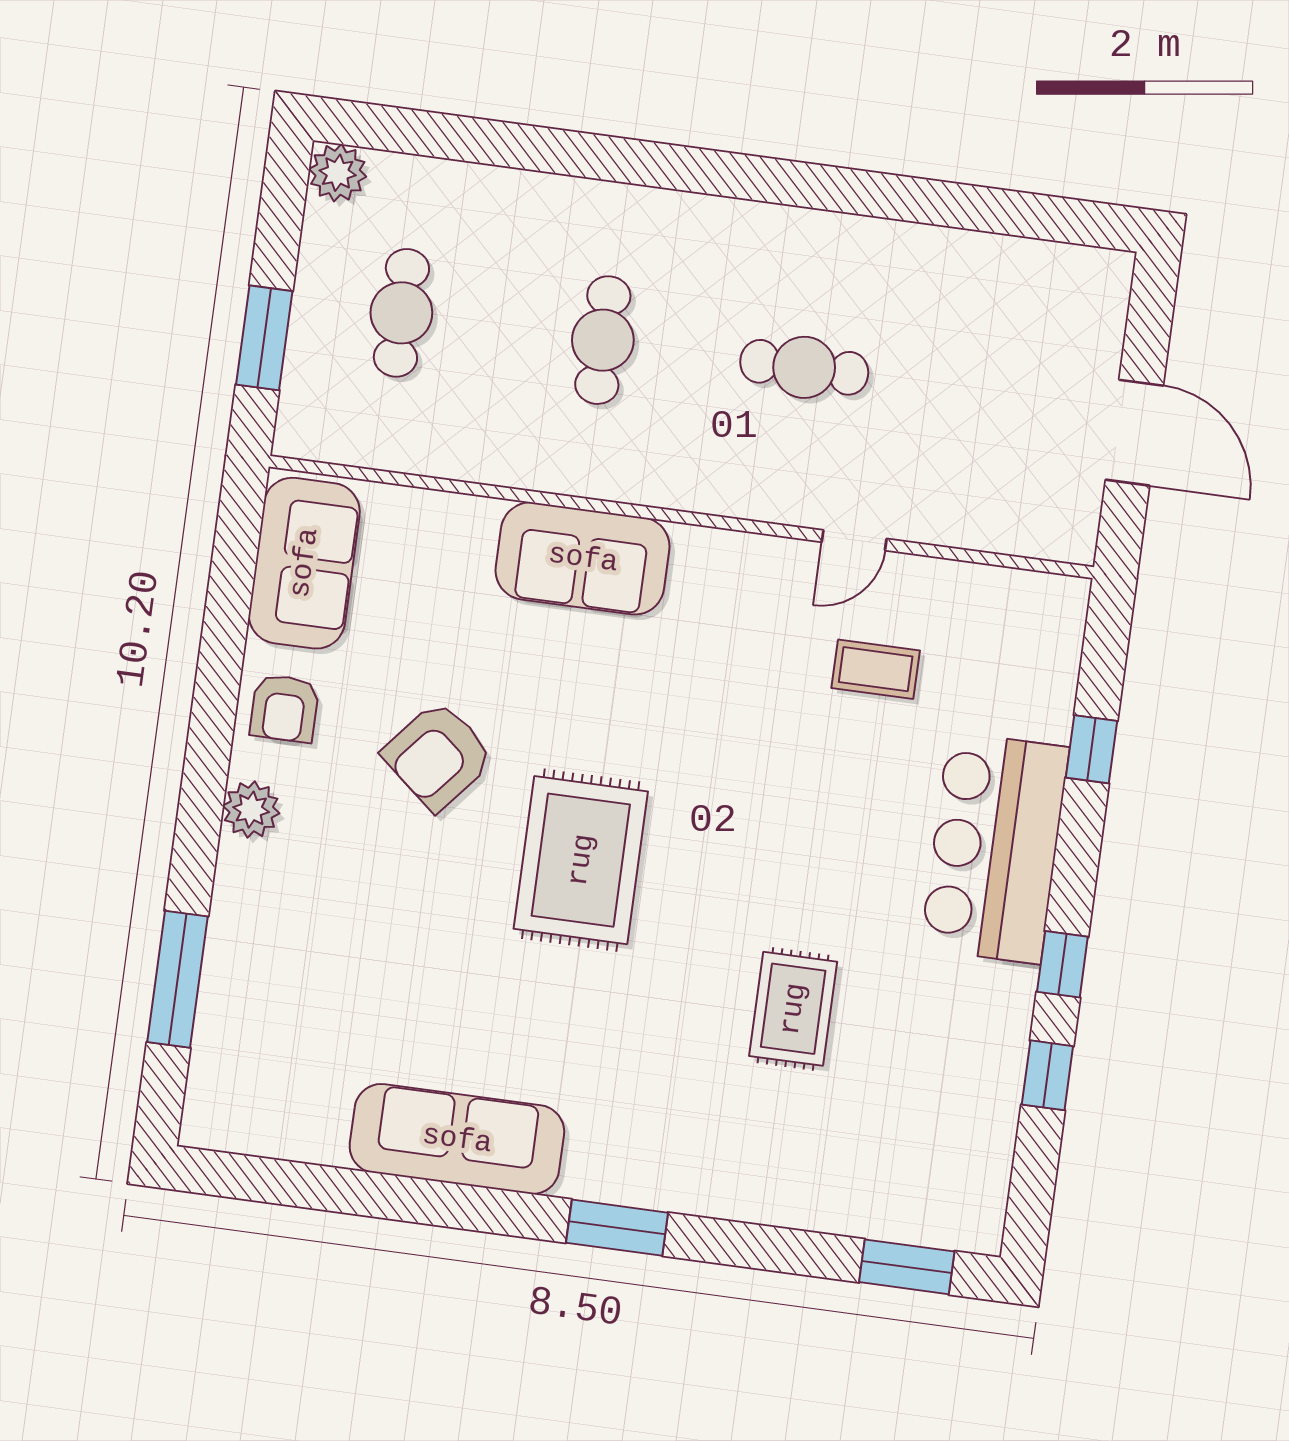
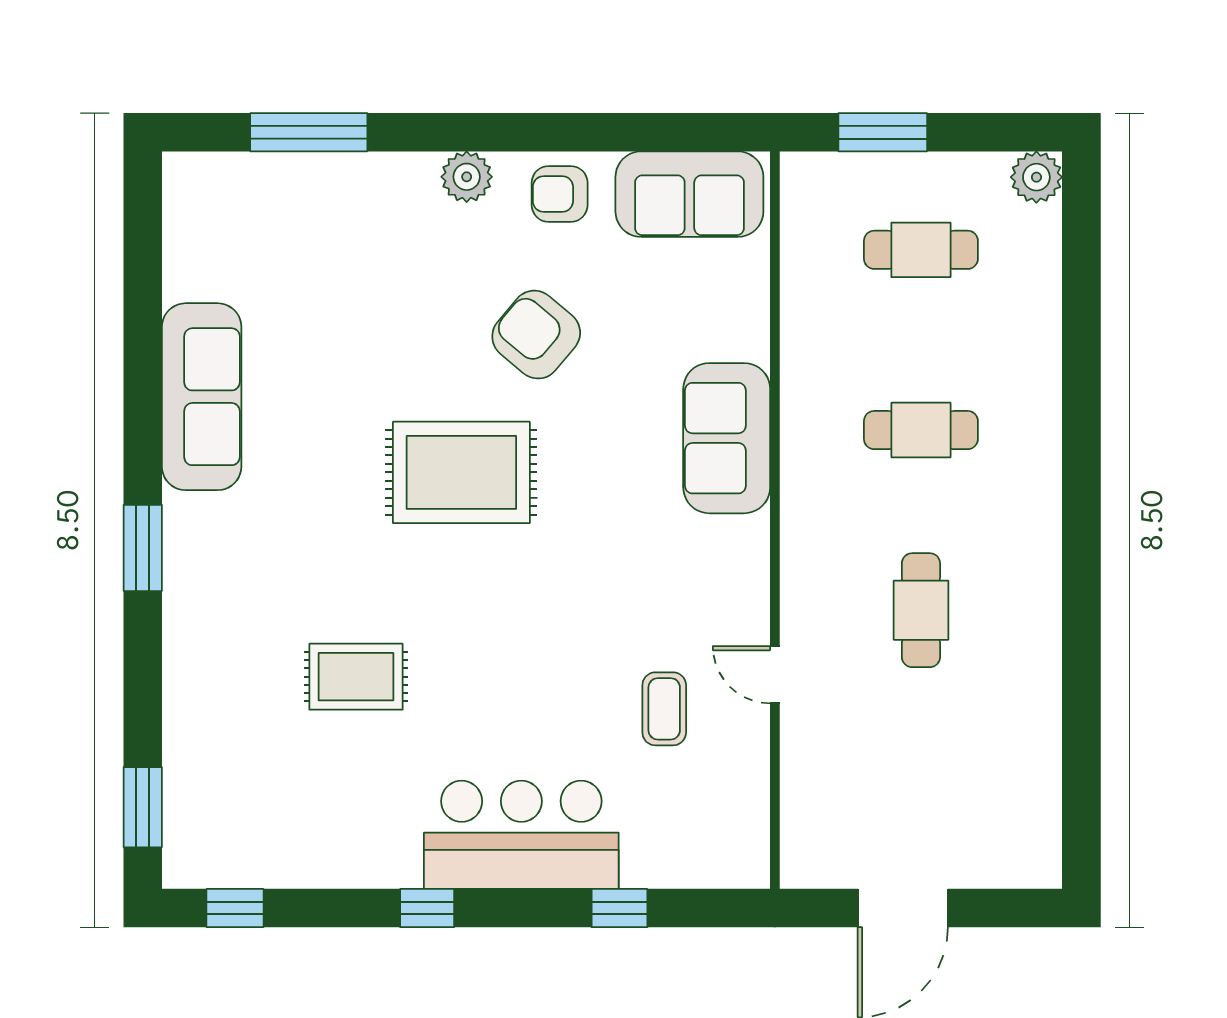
window: (1047, 1075) -> (235, 908), moved

